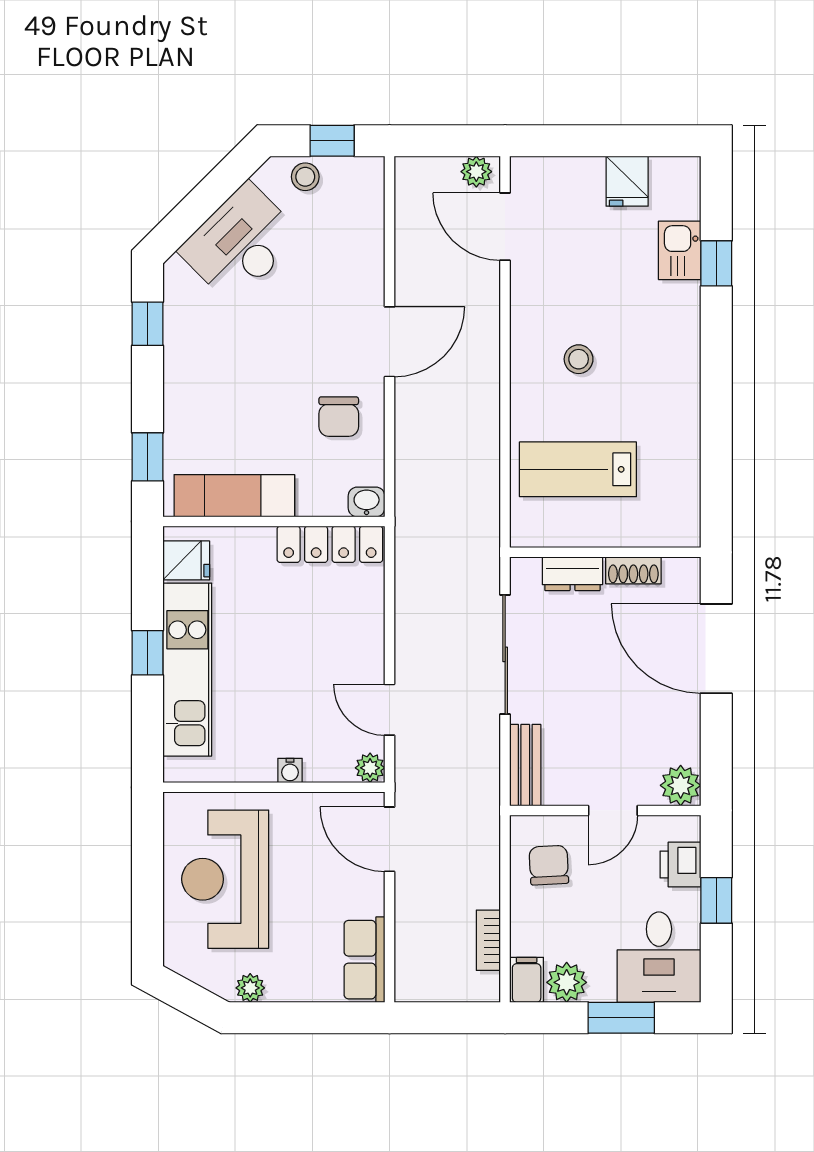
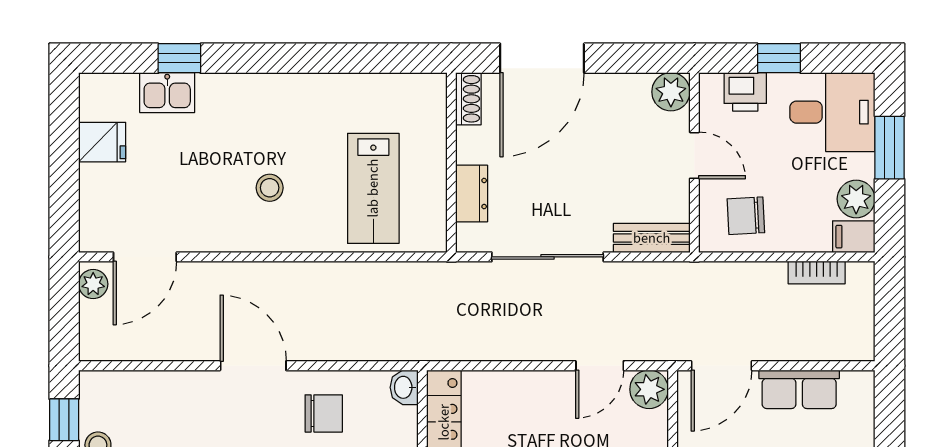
shoe rack: (633, 570) -> (468, 99), moved
plant: (370, 768) -> (649, 389), width x1.38, depth x1.38
row of seats: (364, 960) -> (799, 389), moved

